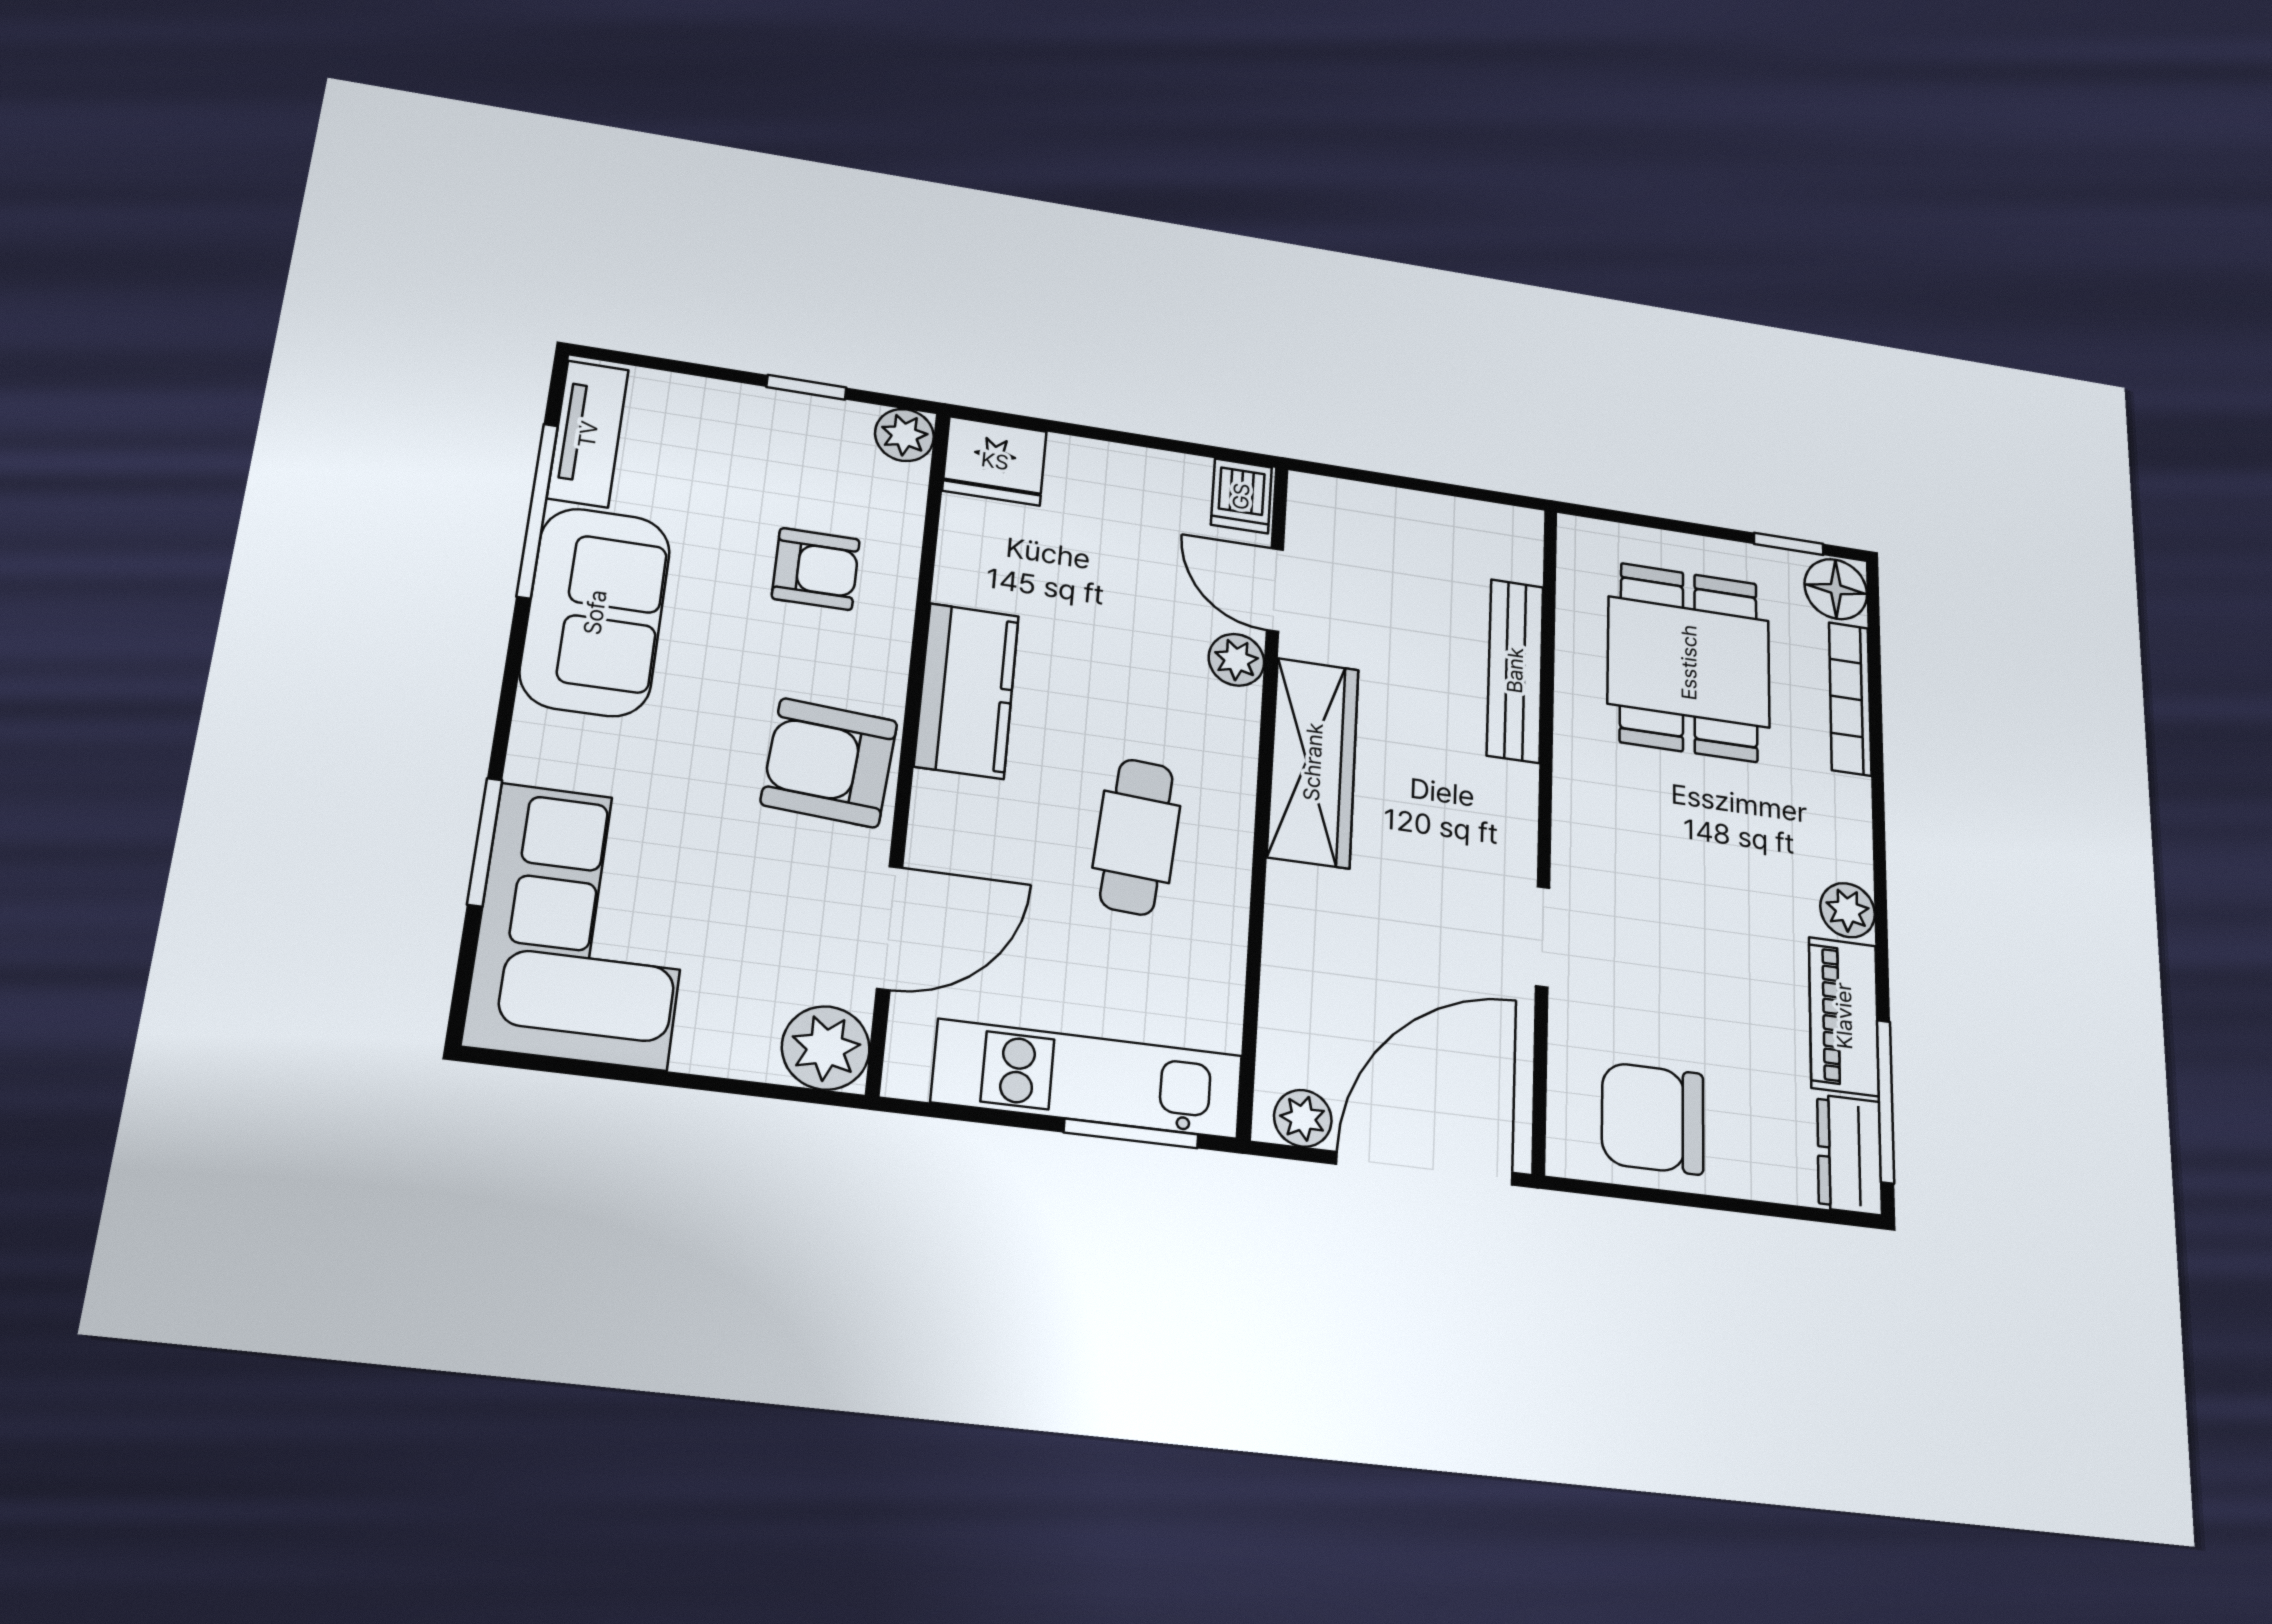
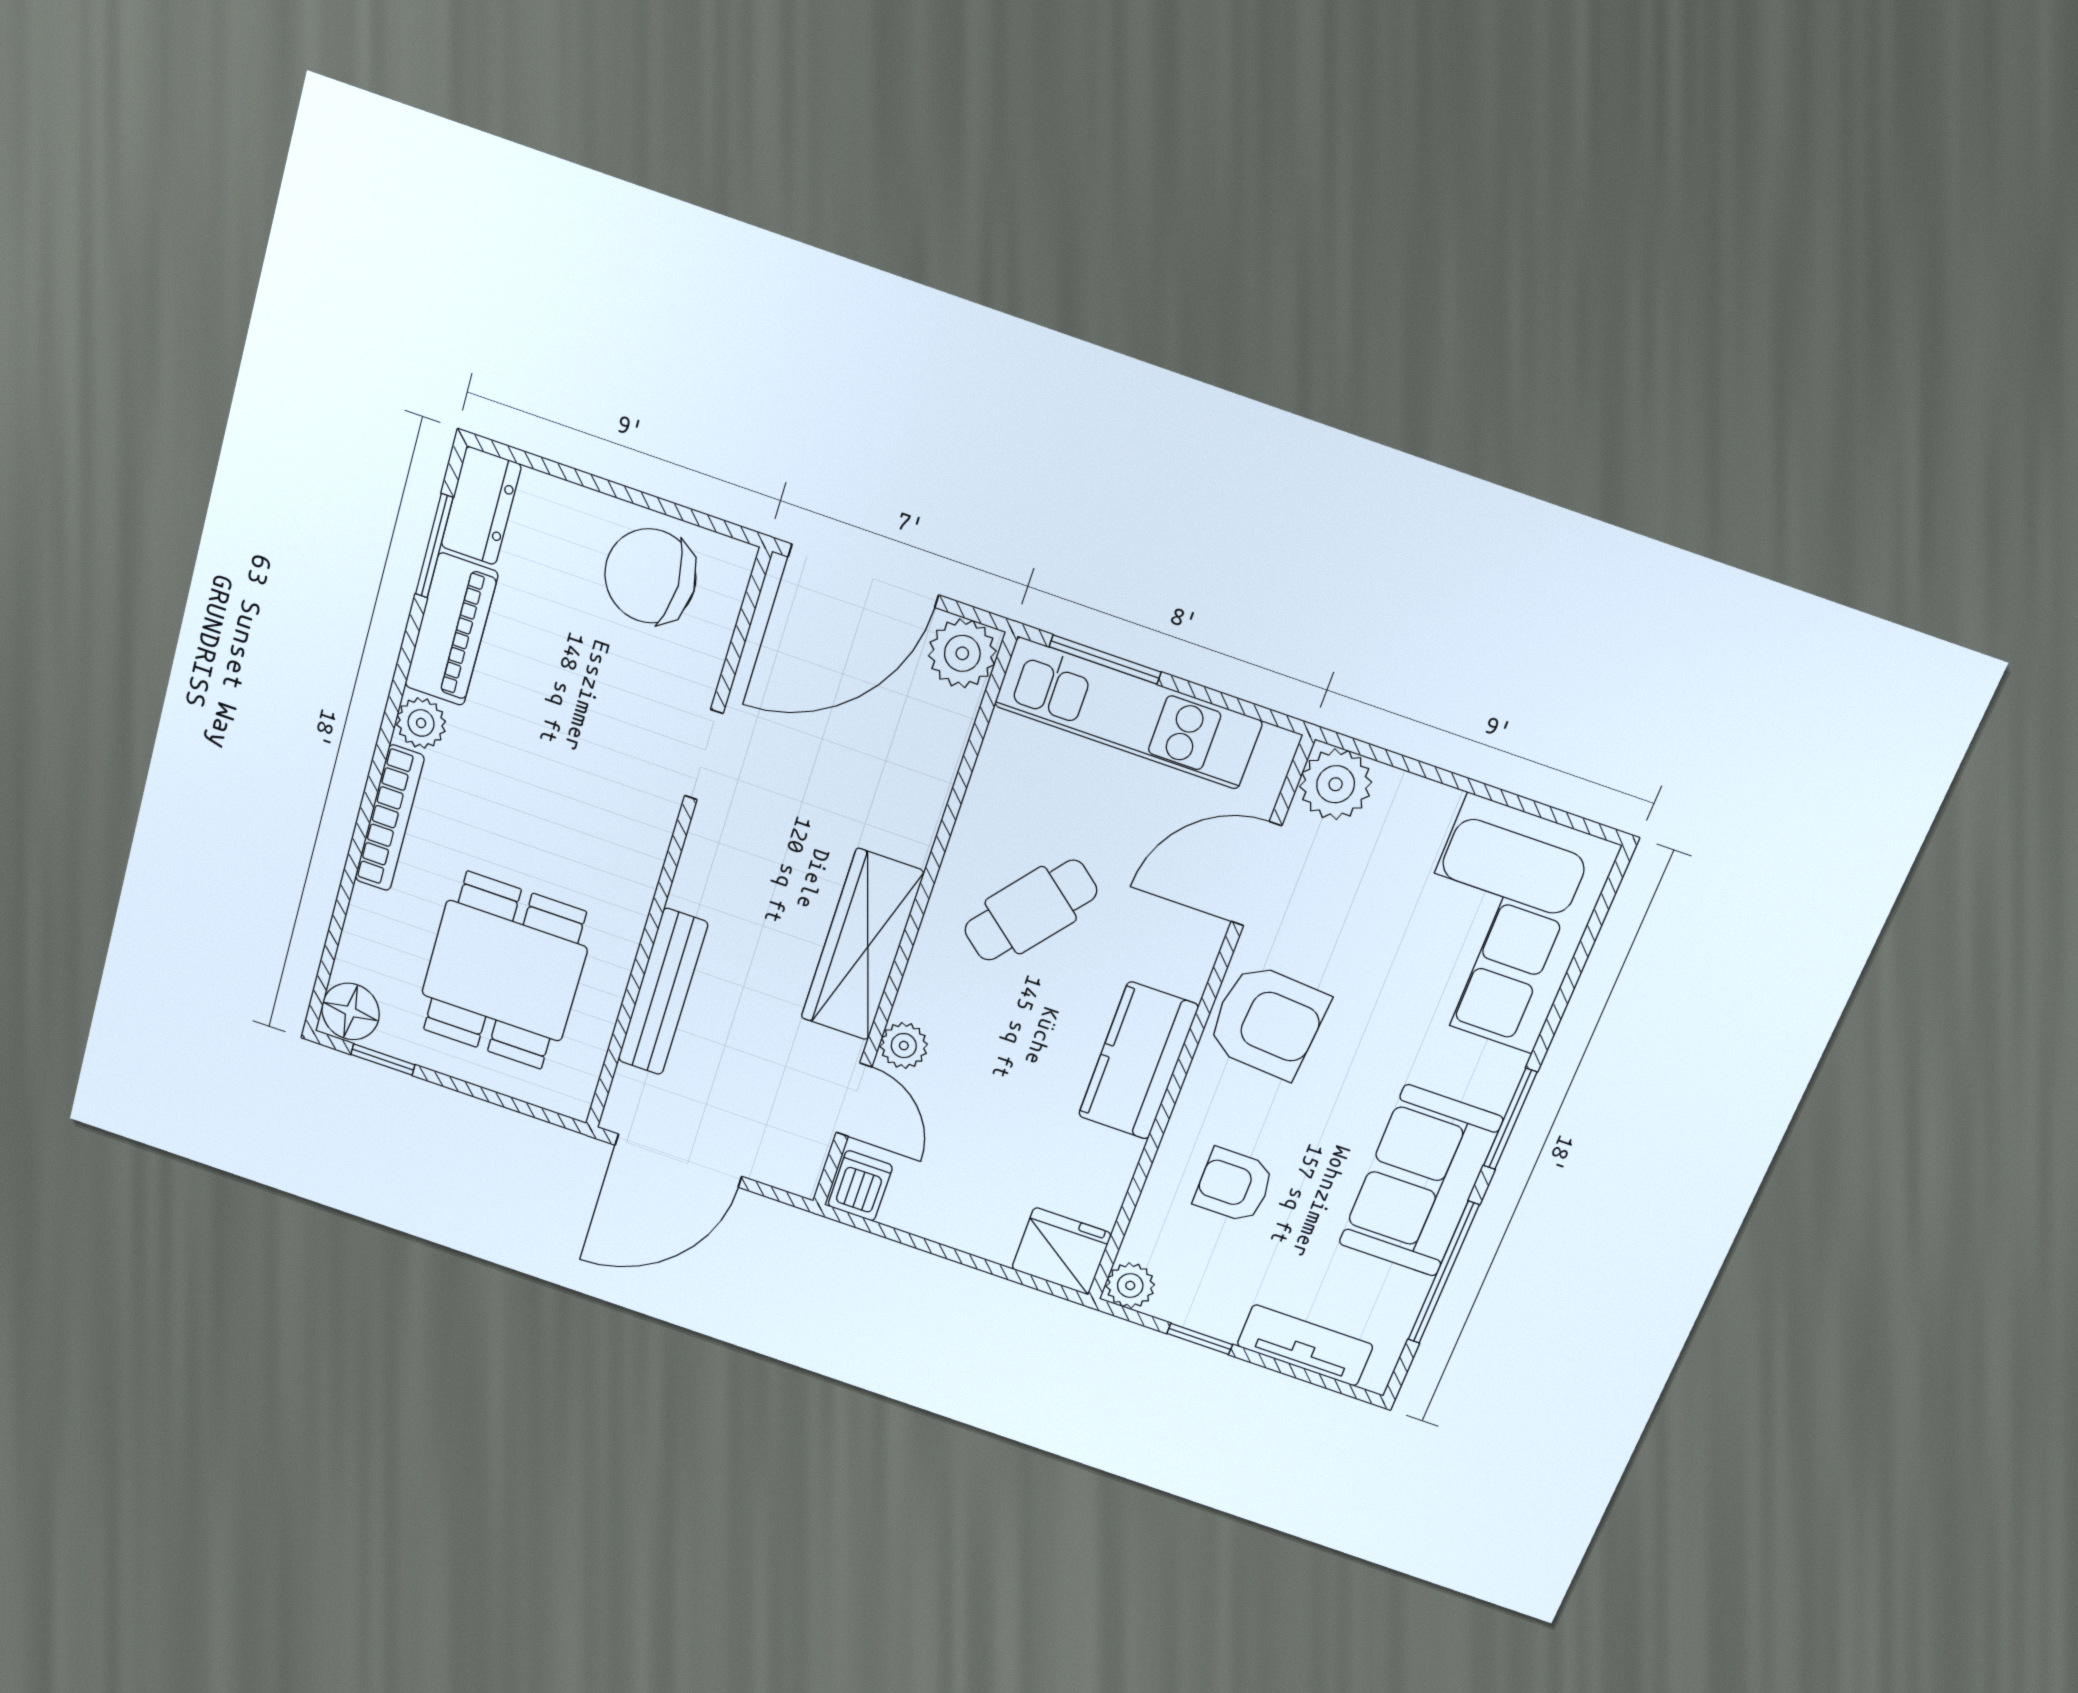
tv unit: (588, 434) -> (1305, 1345), moved, turned 90
door: (1448, 489) -> (678, 1161), added
bookcase: (1850, 699) -> (389, 818), moved
cafe table: (1137, 837) -> (1031, 910), turned 35
window: (485, 842) -> (1510, 1119), moved
window: (1886, 1101) -> (434, 546), width x0.69
plant: (1303, 1118) -> (962, 653), width x1.38, depth x1.38
chair: (1653, 1118) -> (650, 576), turned 180

